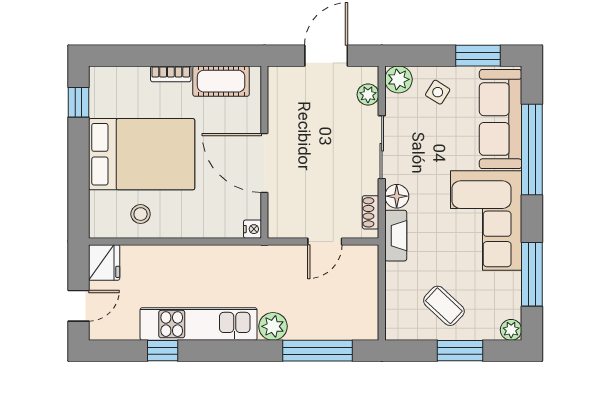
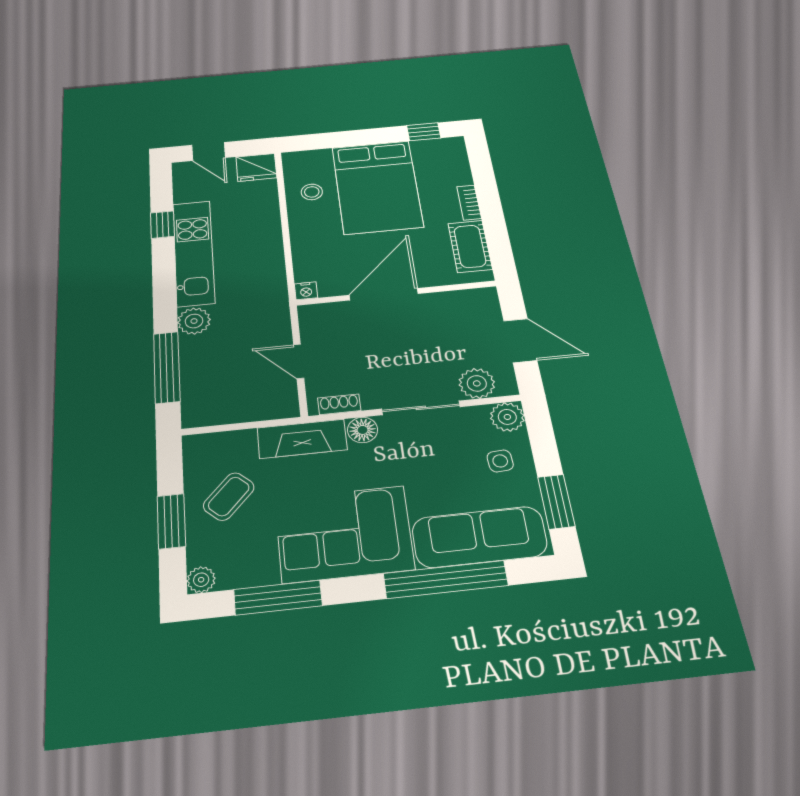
side table: (438, 92) -> (500, 461), turned -36
plant: (368, 95) -> (477, 383), width x1.38, depth x1.38
fireplace: (396, 236) -> (302, 439), width x1.37, depth x1.32

